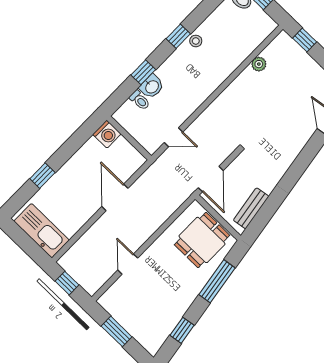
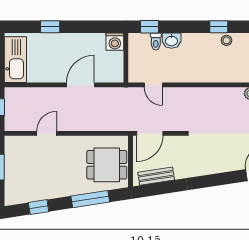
window: (143, 72) -> (150, 27), moved

